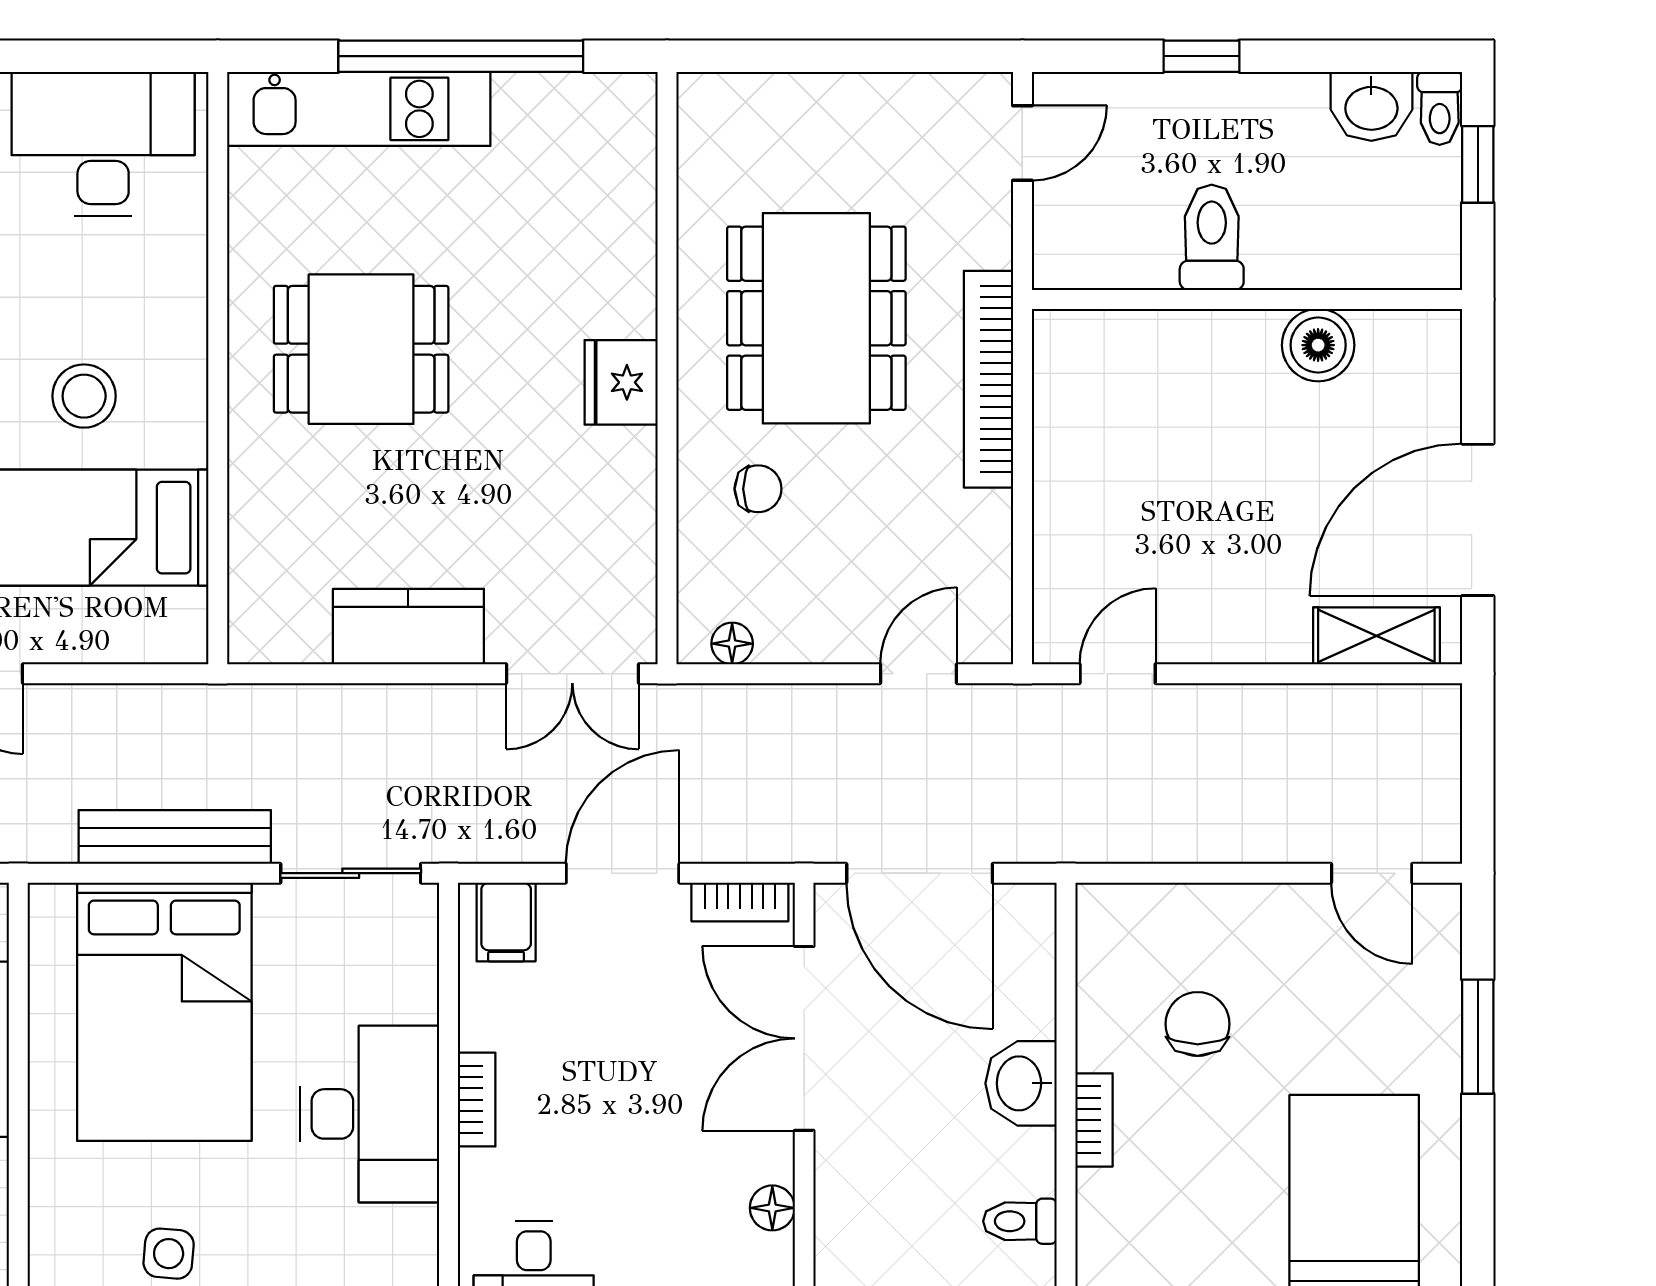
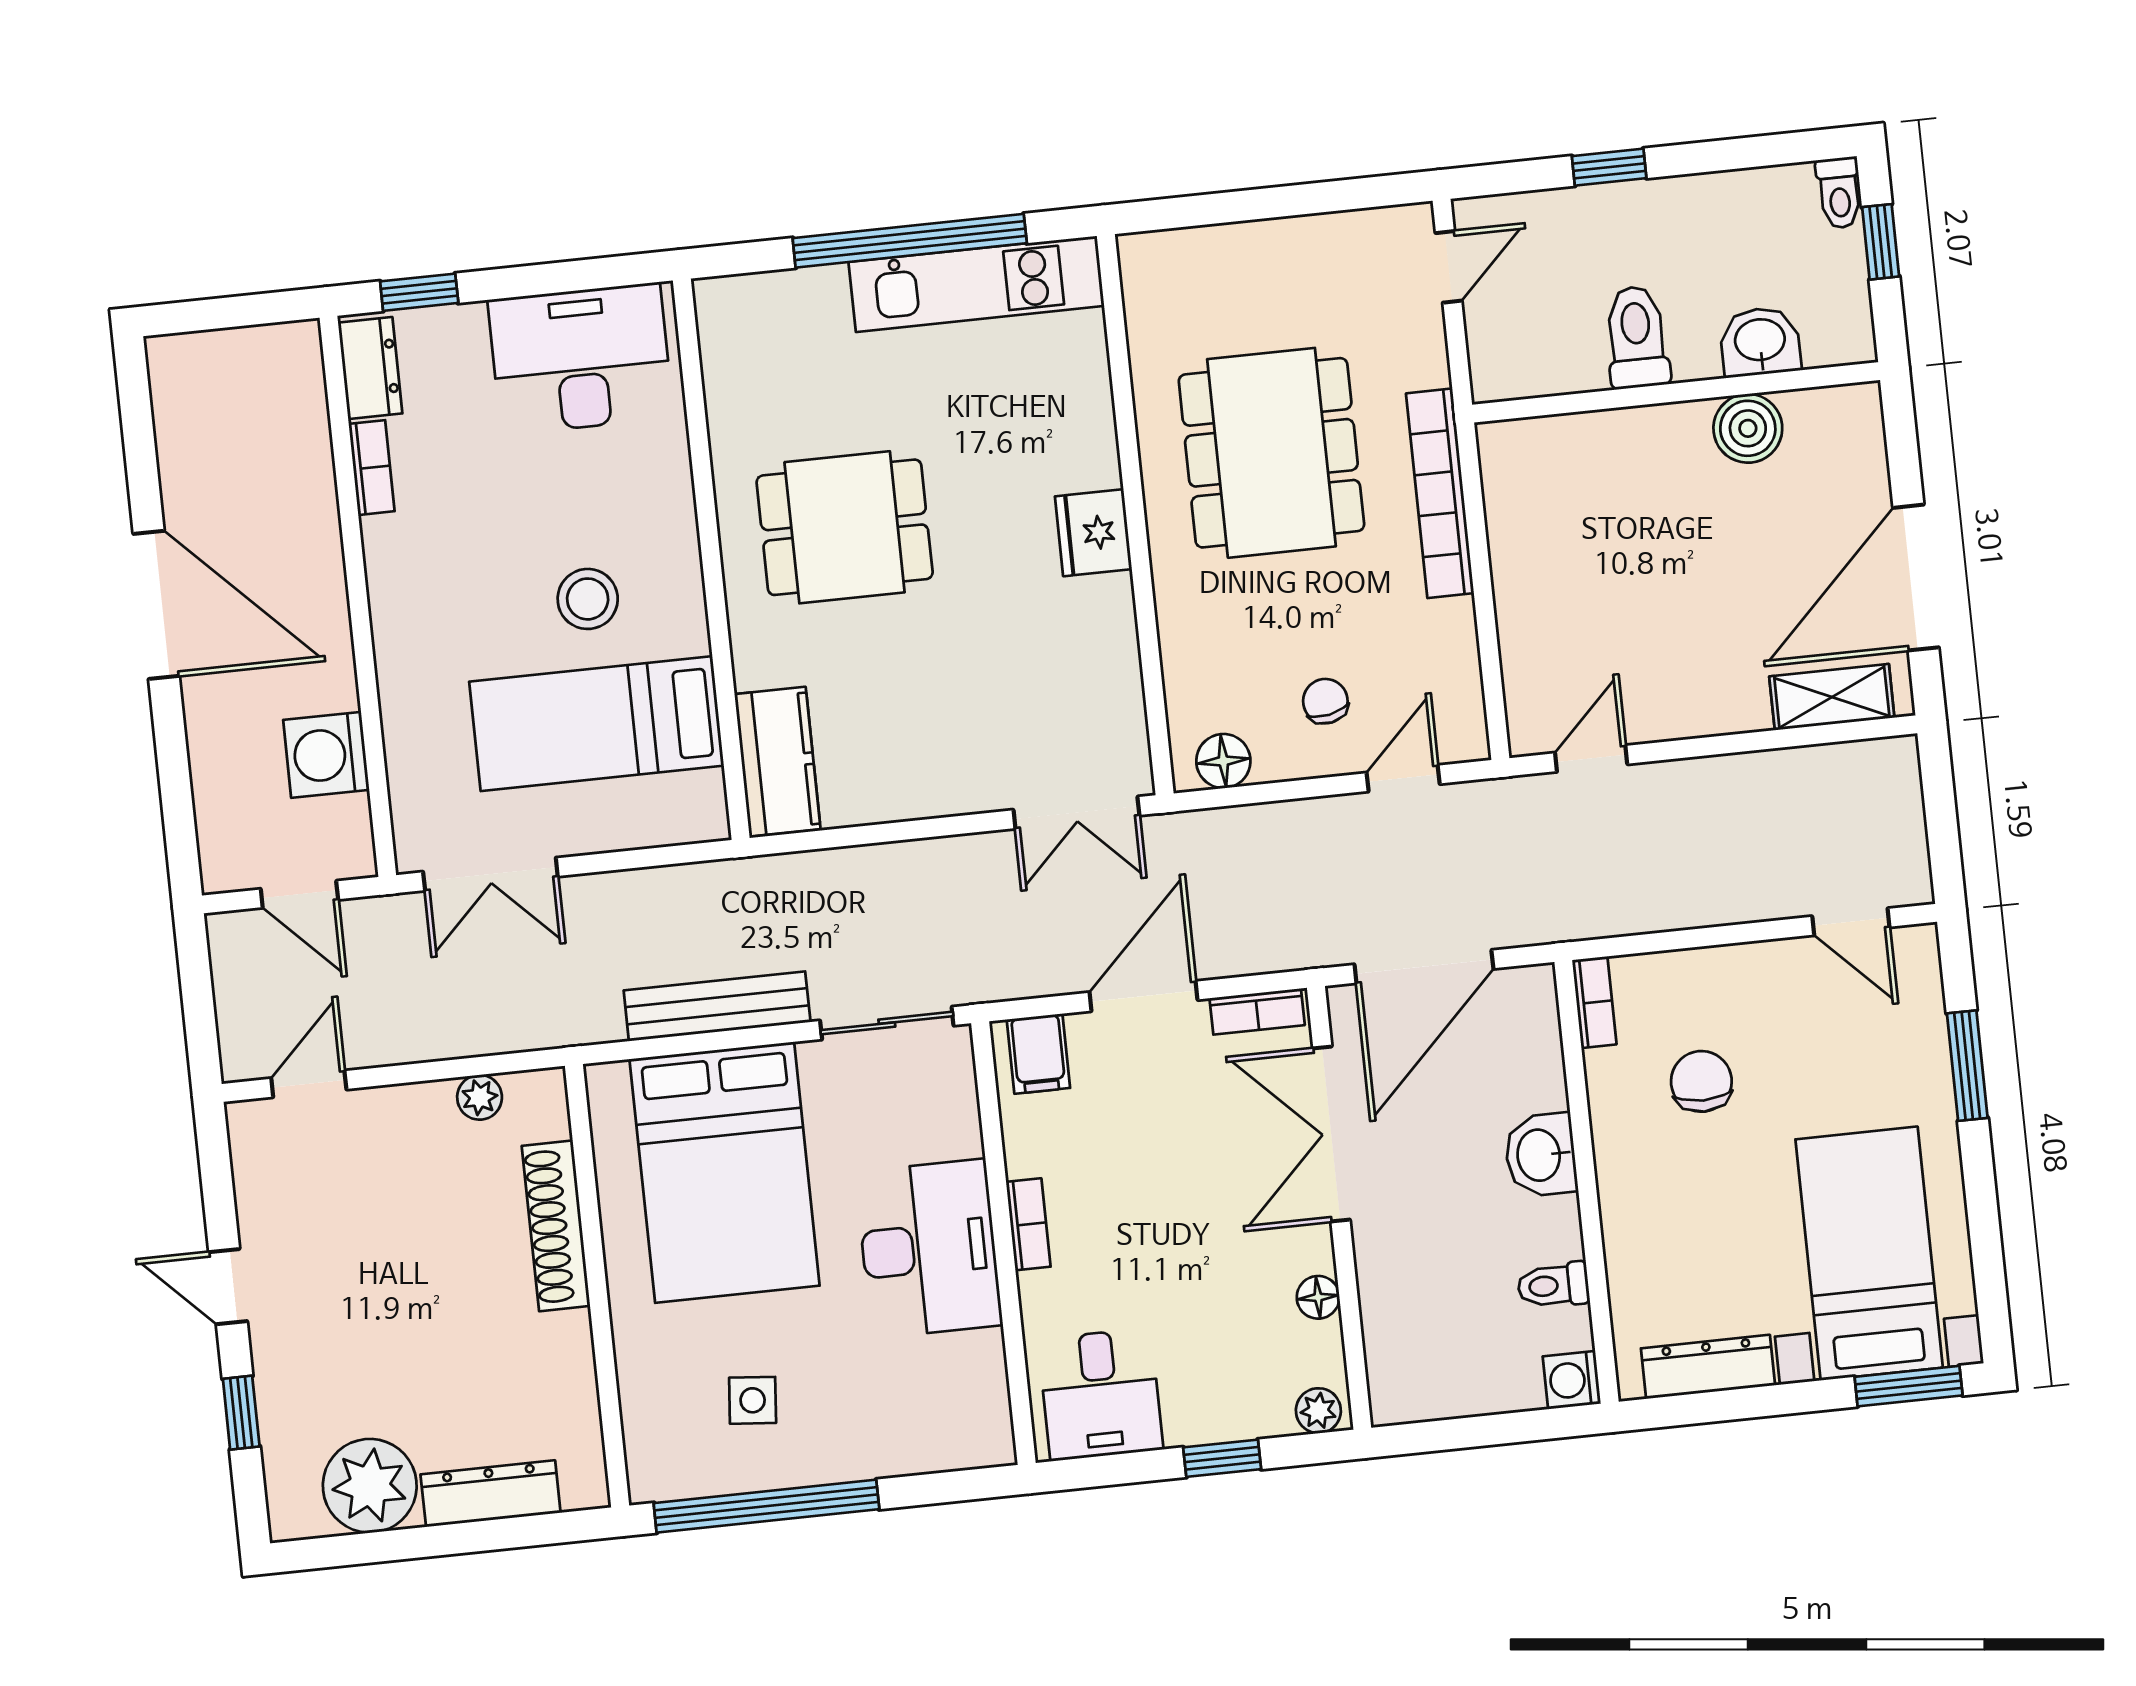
washbasin: (1371, 106) -> (1760, 342), moved, turned 180
kitchen unit: (359, 109) -> (976, 284), moved
chair: (758, 489) -> (1325, 701), moved, turned -101
kitchen counter: (408, 627) -> (777, 762), moved, turned 90
floor lamp: (732, 644) -> (1223, 761), width x1.37, depth x1.37
door: (920, 873) -> (1424, 967), hinge flipped
bookcase: (1094, 1120) -> (1594, 1002), moved

